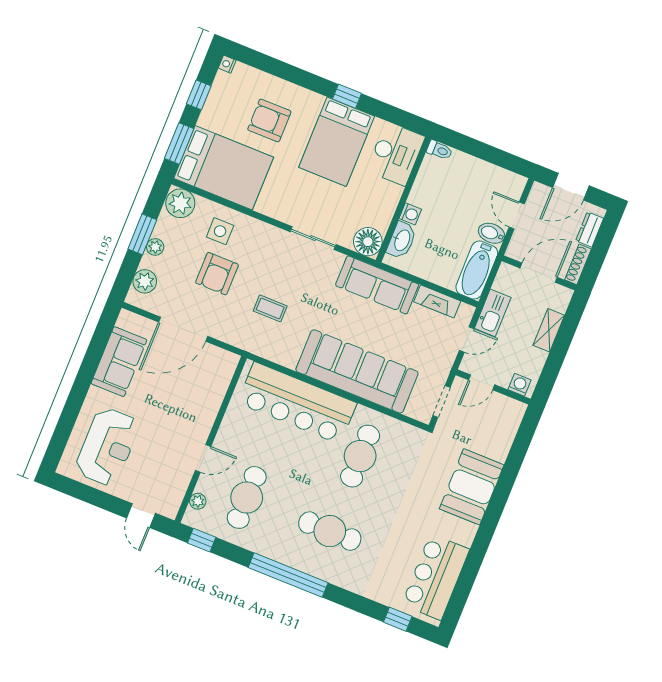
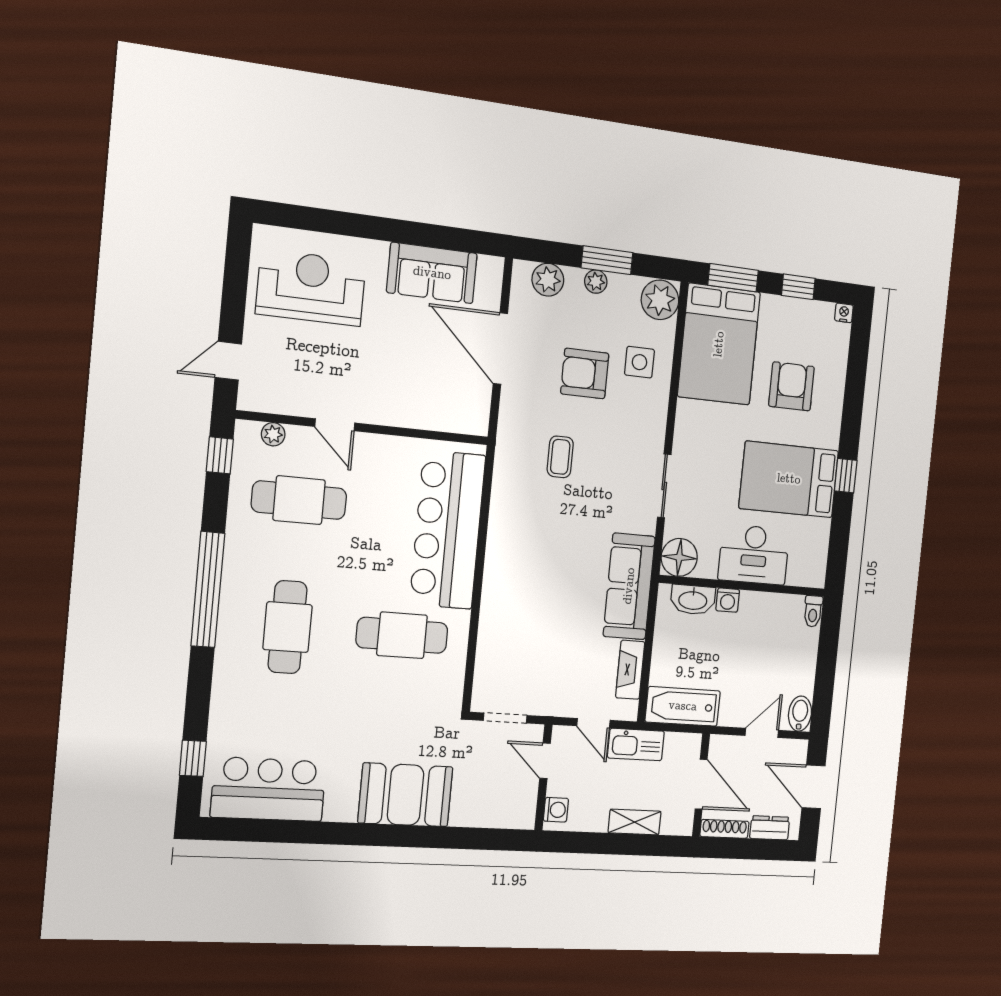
desk: (396, 154) -> (754, 555), moved
bidet: (492, 233) -> (800, 714), moved
sofa: (357, 371) -> (512, 596), removed
reception desk: (107, 447) -> (311, 288), turned 180

